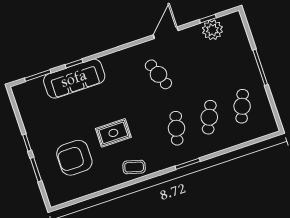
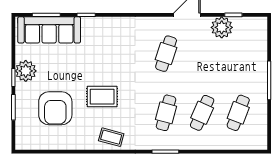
plant: (212, 30) -> (222, 27), moved
cafe table: (158, 74) -> (166, 54), turned 39
sofa: (74, 79) -> (49, 30), moved
plant: (36, 133) -> (26, 71), added
armchair: (74, 158) -> (55, 108), turned -90

